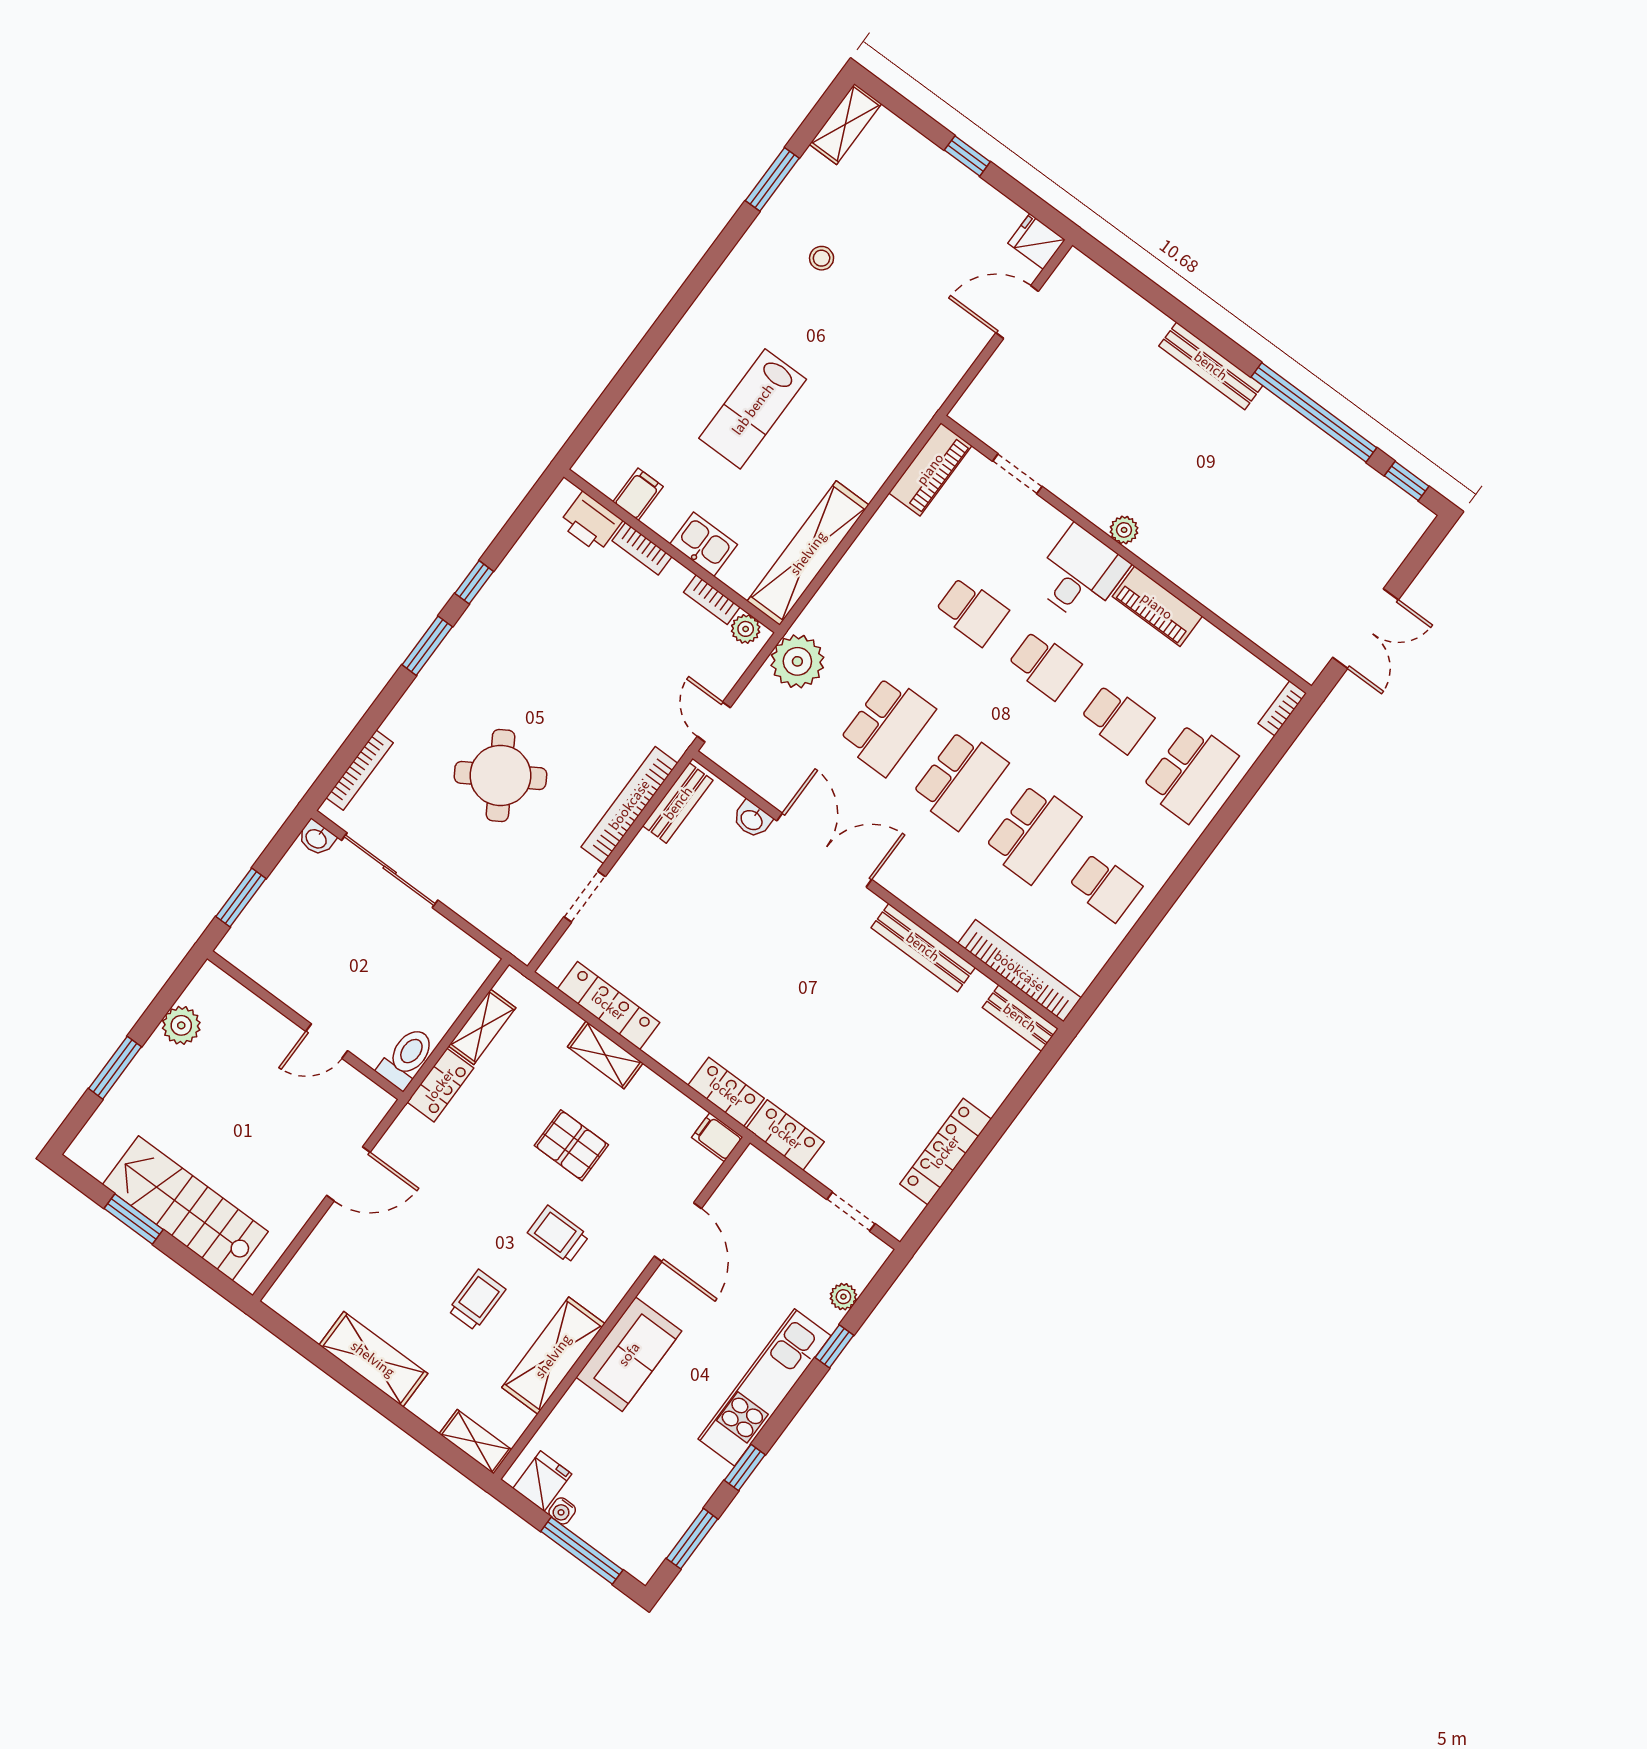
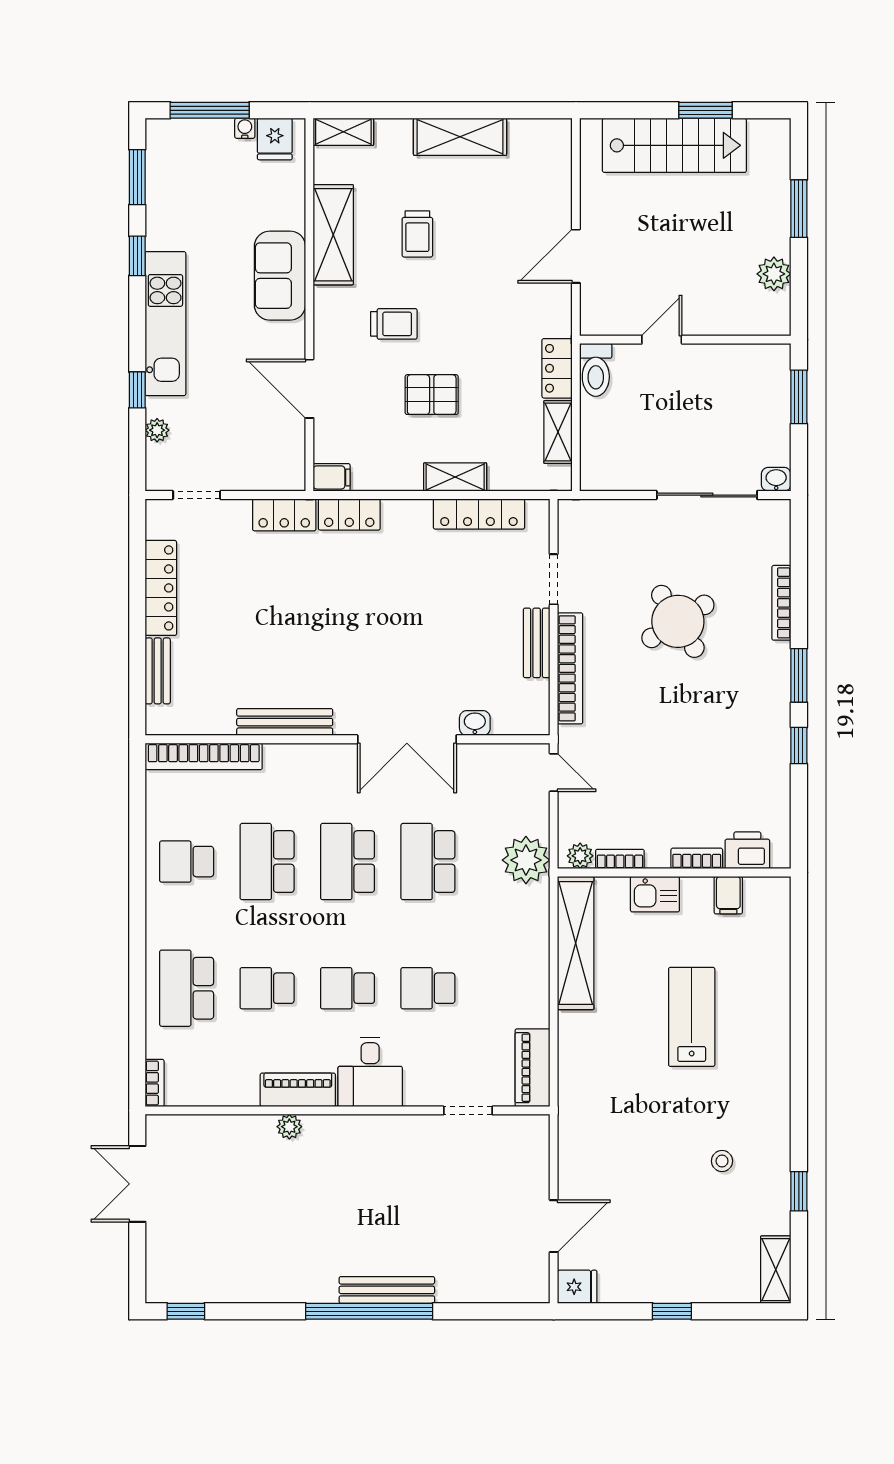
window: (772, 179) -> (799, 1191), width x0.67
window: (1314, 412) -> (369, 1311), moved
plant: (1124, 530) -> (289, 1127), moved
bookcase: (360, 770) -> (781, 603), moved
bench: (678, 803) -> (537, 643), moved
bench: (1020, 1018) -> (158, 671), moved, turned 90

